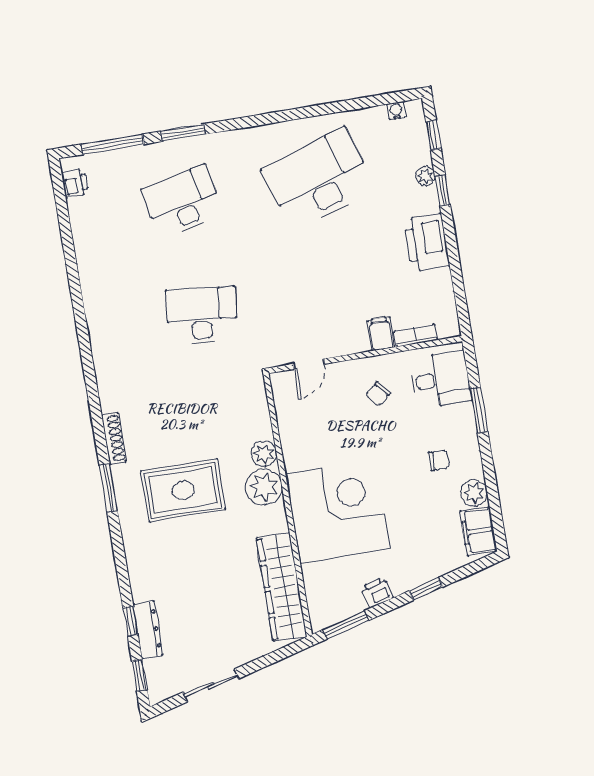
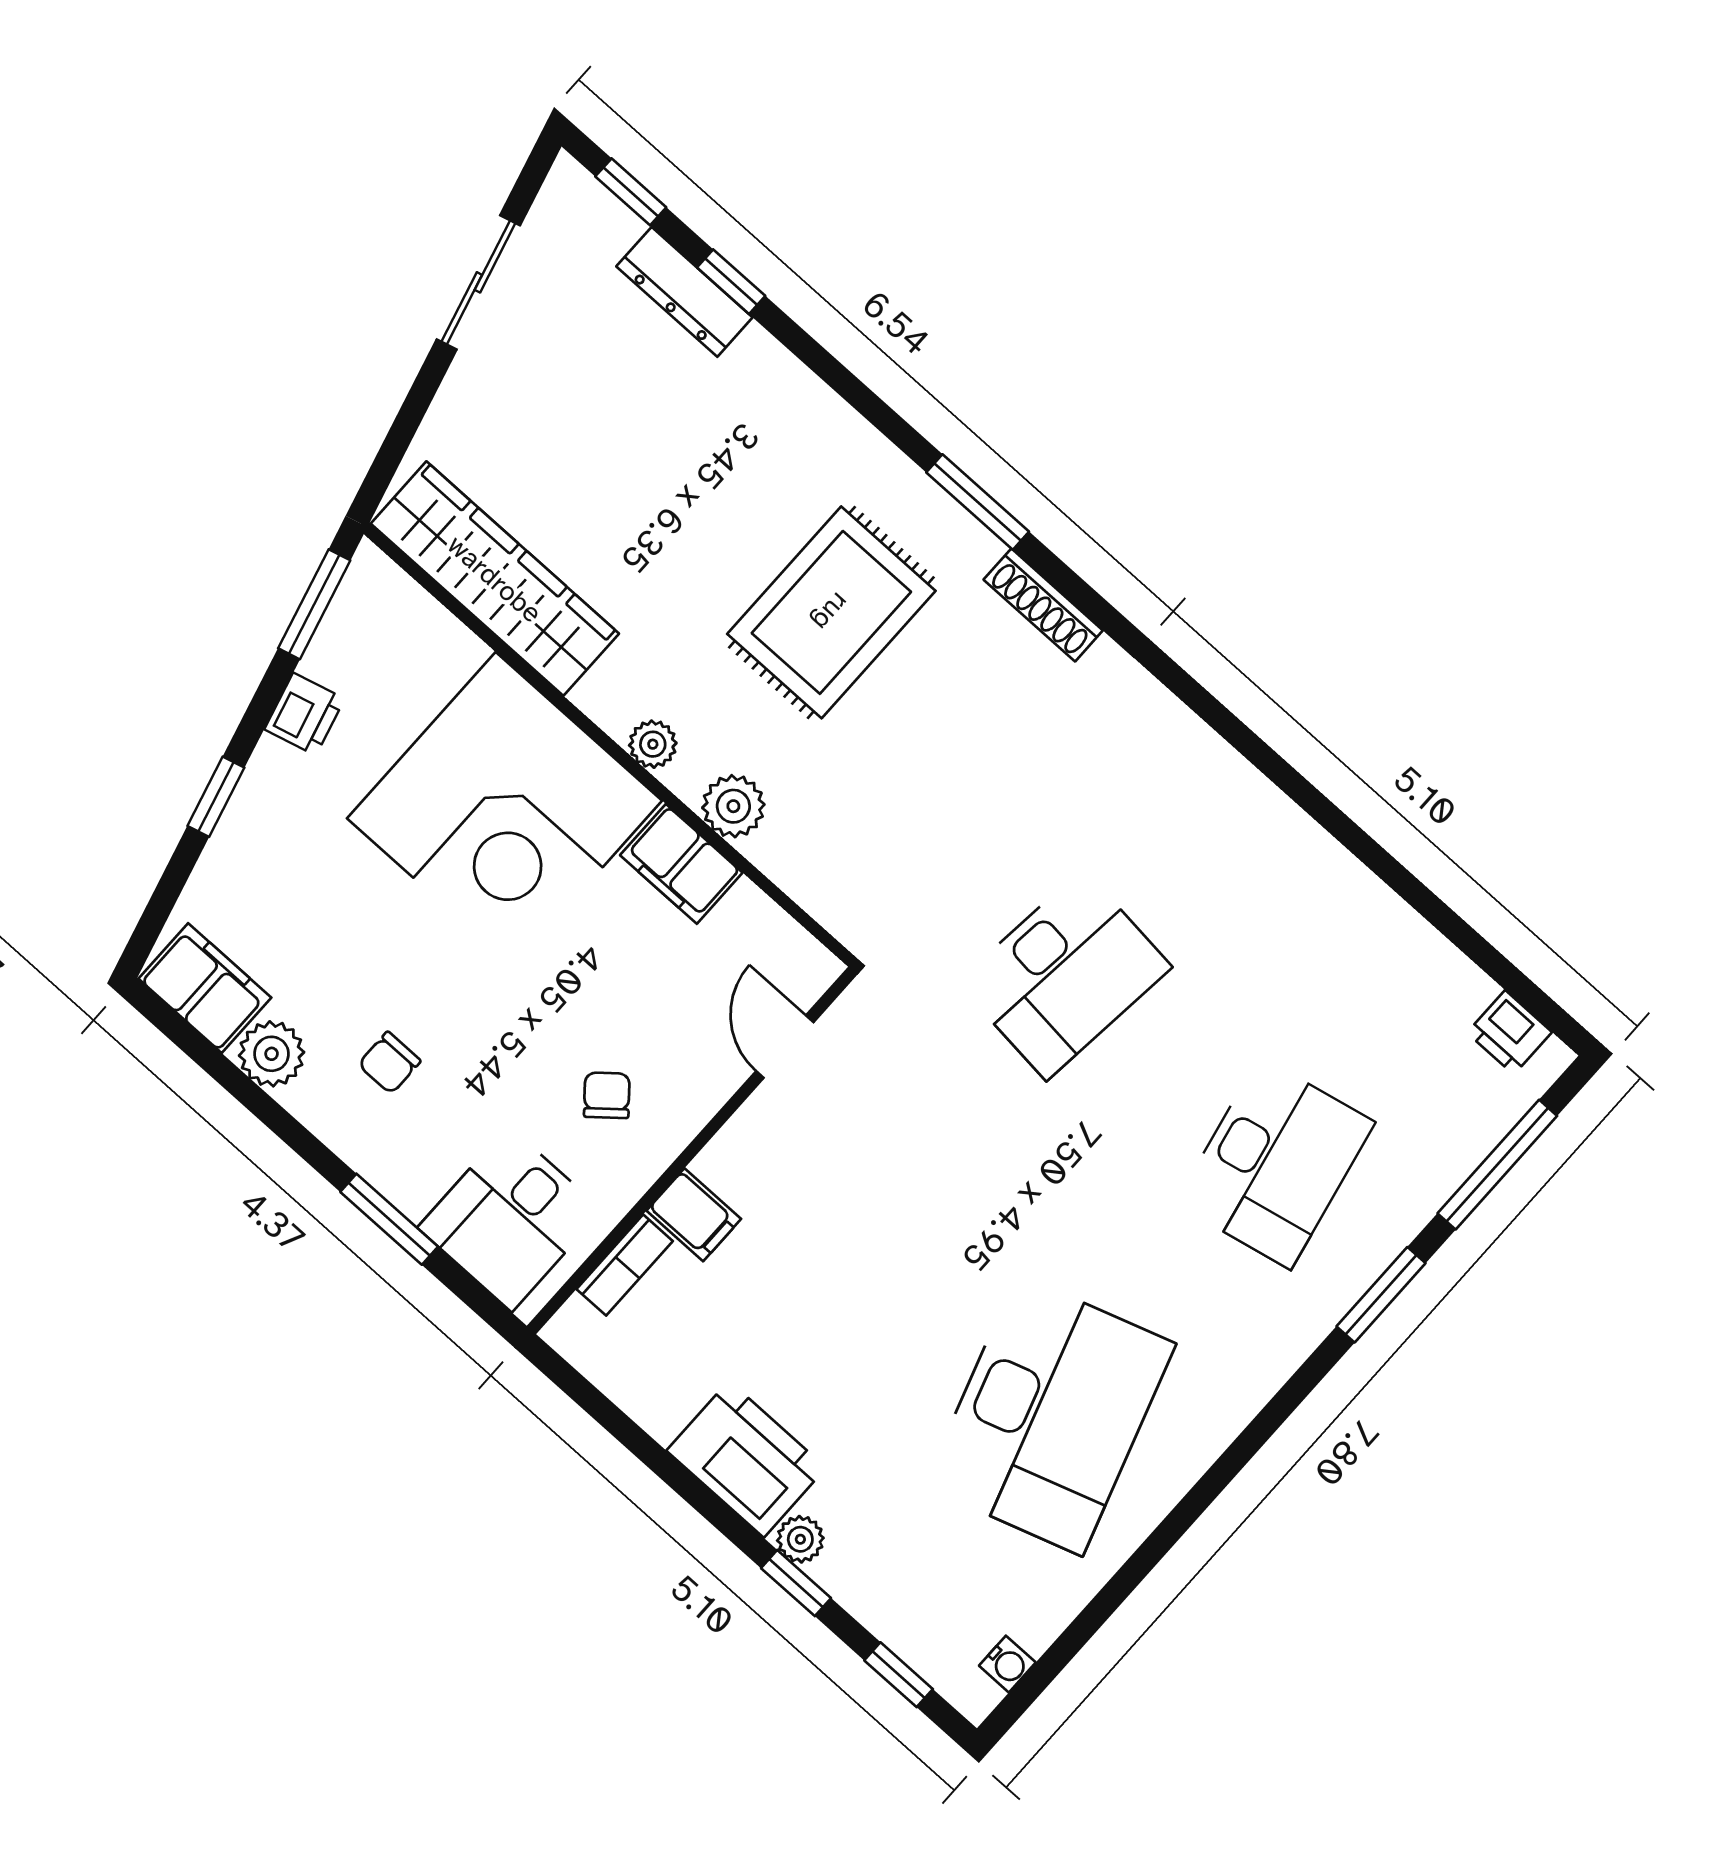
plant: (425, 176) -> (800, 1539), moved
filing cabinet: (295, 449) -> (681, 864), added
plant: (264, 487) -> (653, 744), width x0.53, depth x0.53

